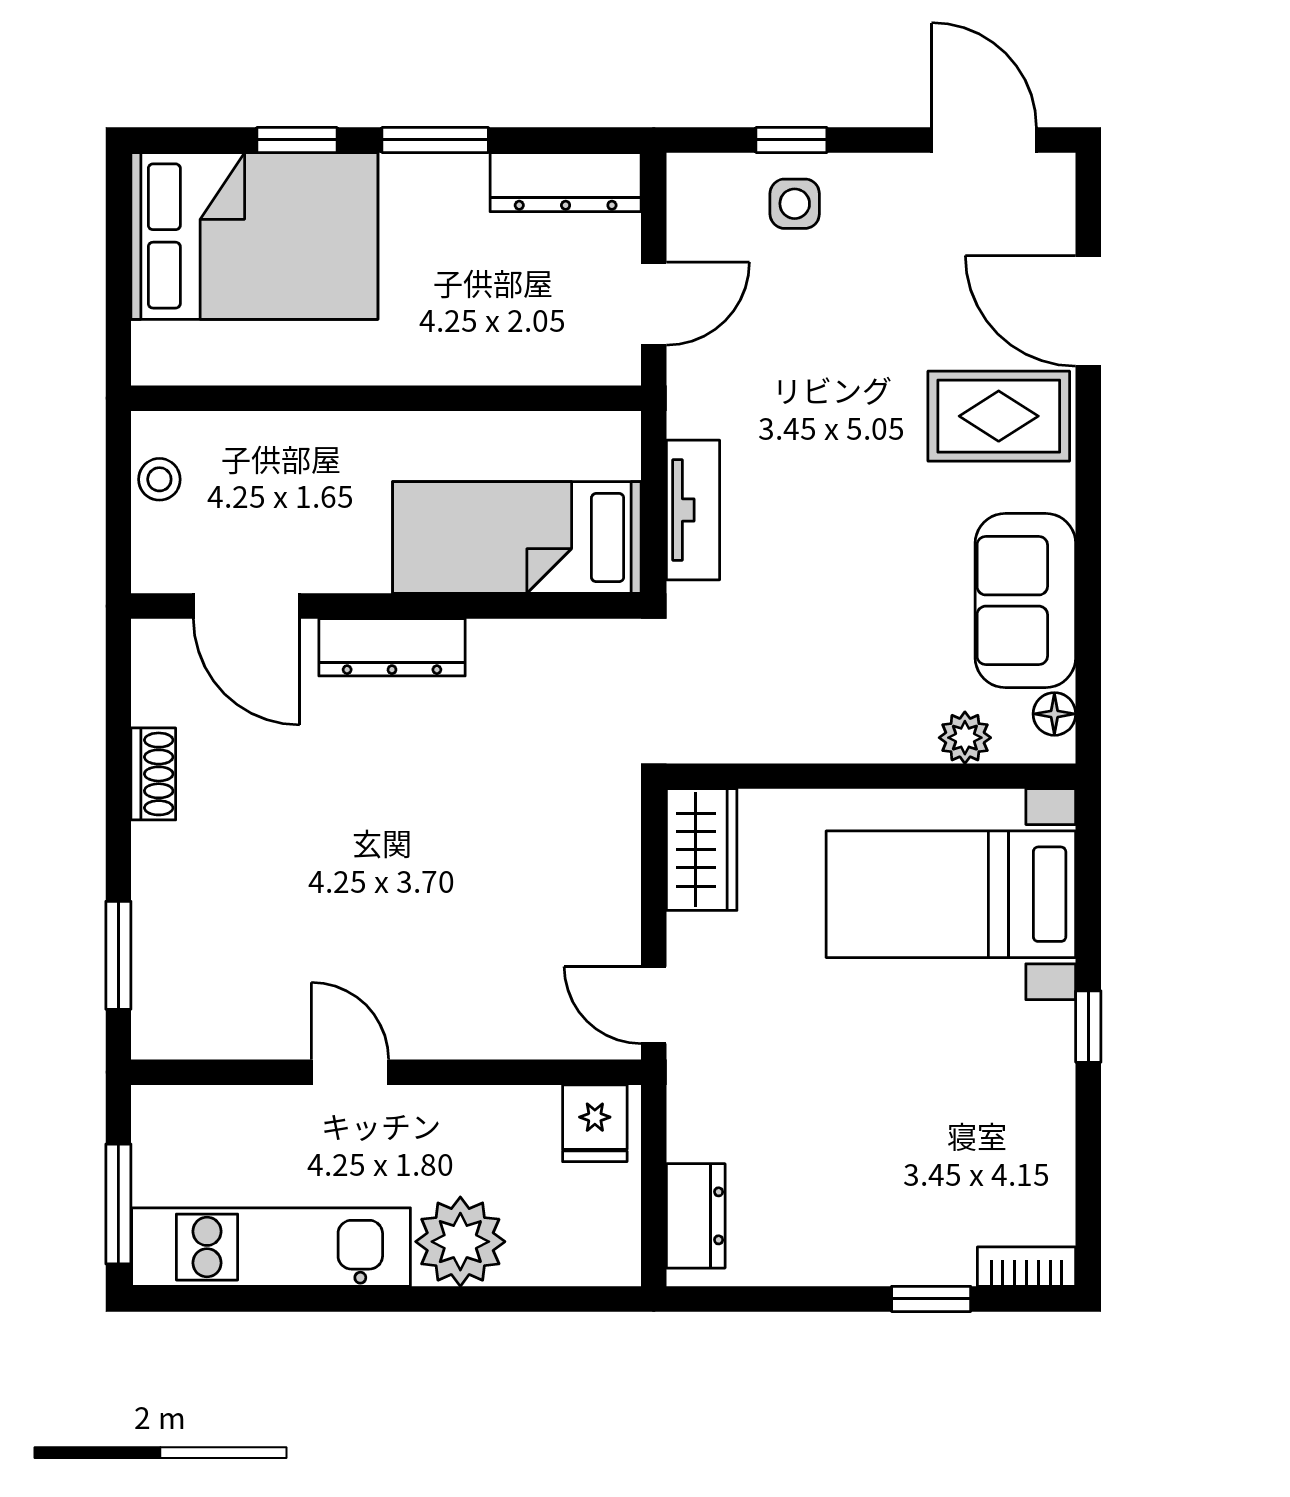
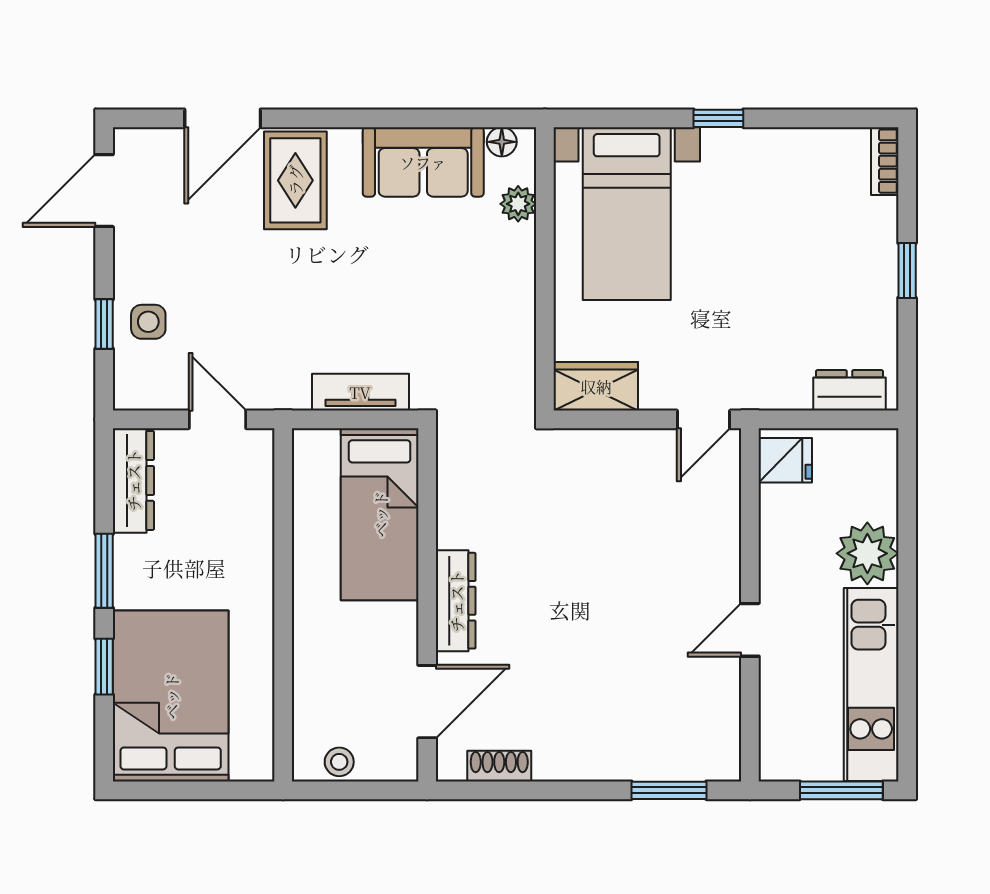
shoe rack: (153, 774) -> (499, 766), moved
window: (931, 1299) -> (907, 270), moved

